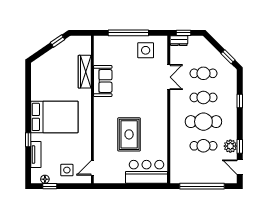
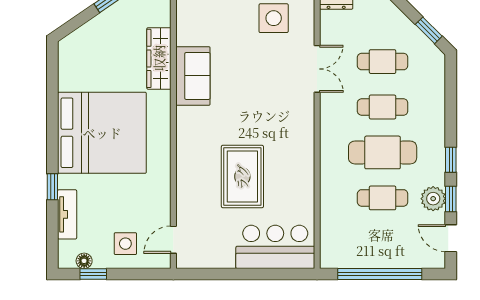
window: (240, 101) -> (451, 160), moved
bed: (54, 117) -> (102, 133), width x1.36

